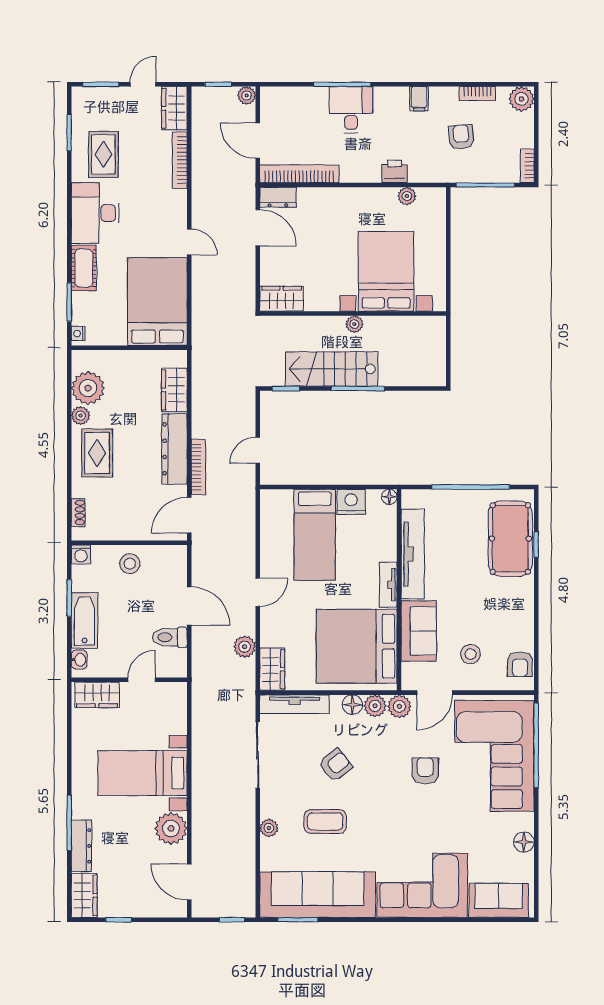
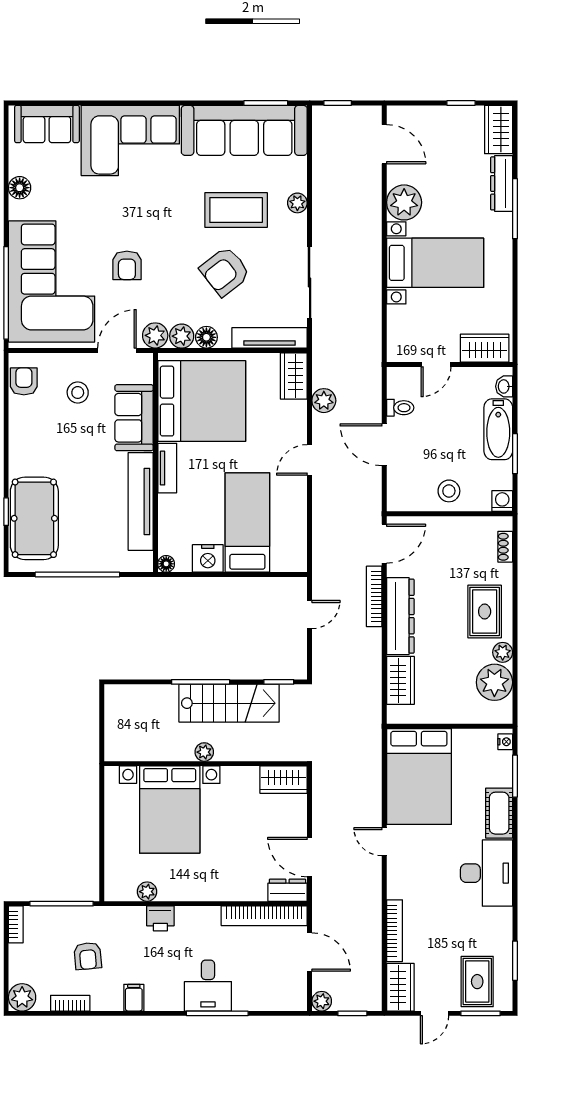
rug: (103, 154) -> (477, 982), moved
toilet: (170, 637) -> (400, 408), width x0.73, depth x0.72
armchair: (335, 765) -> (225, 271), width x1.38, depth x1.38
coffee table: (325, 822) -> (236, 210), width x1.36, depth x1.32

